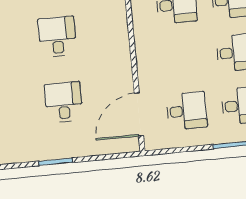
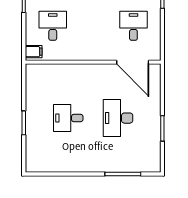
desk: (64, 102) -> (118, 118), width x1.37

